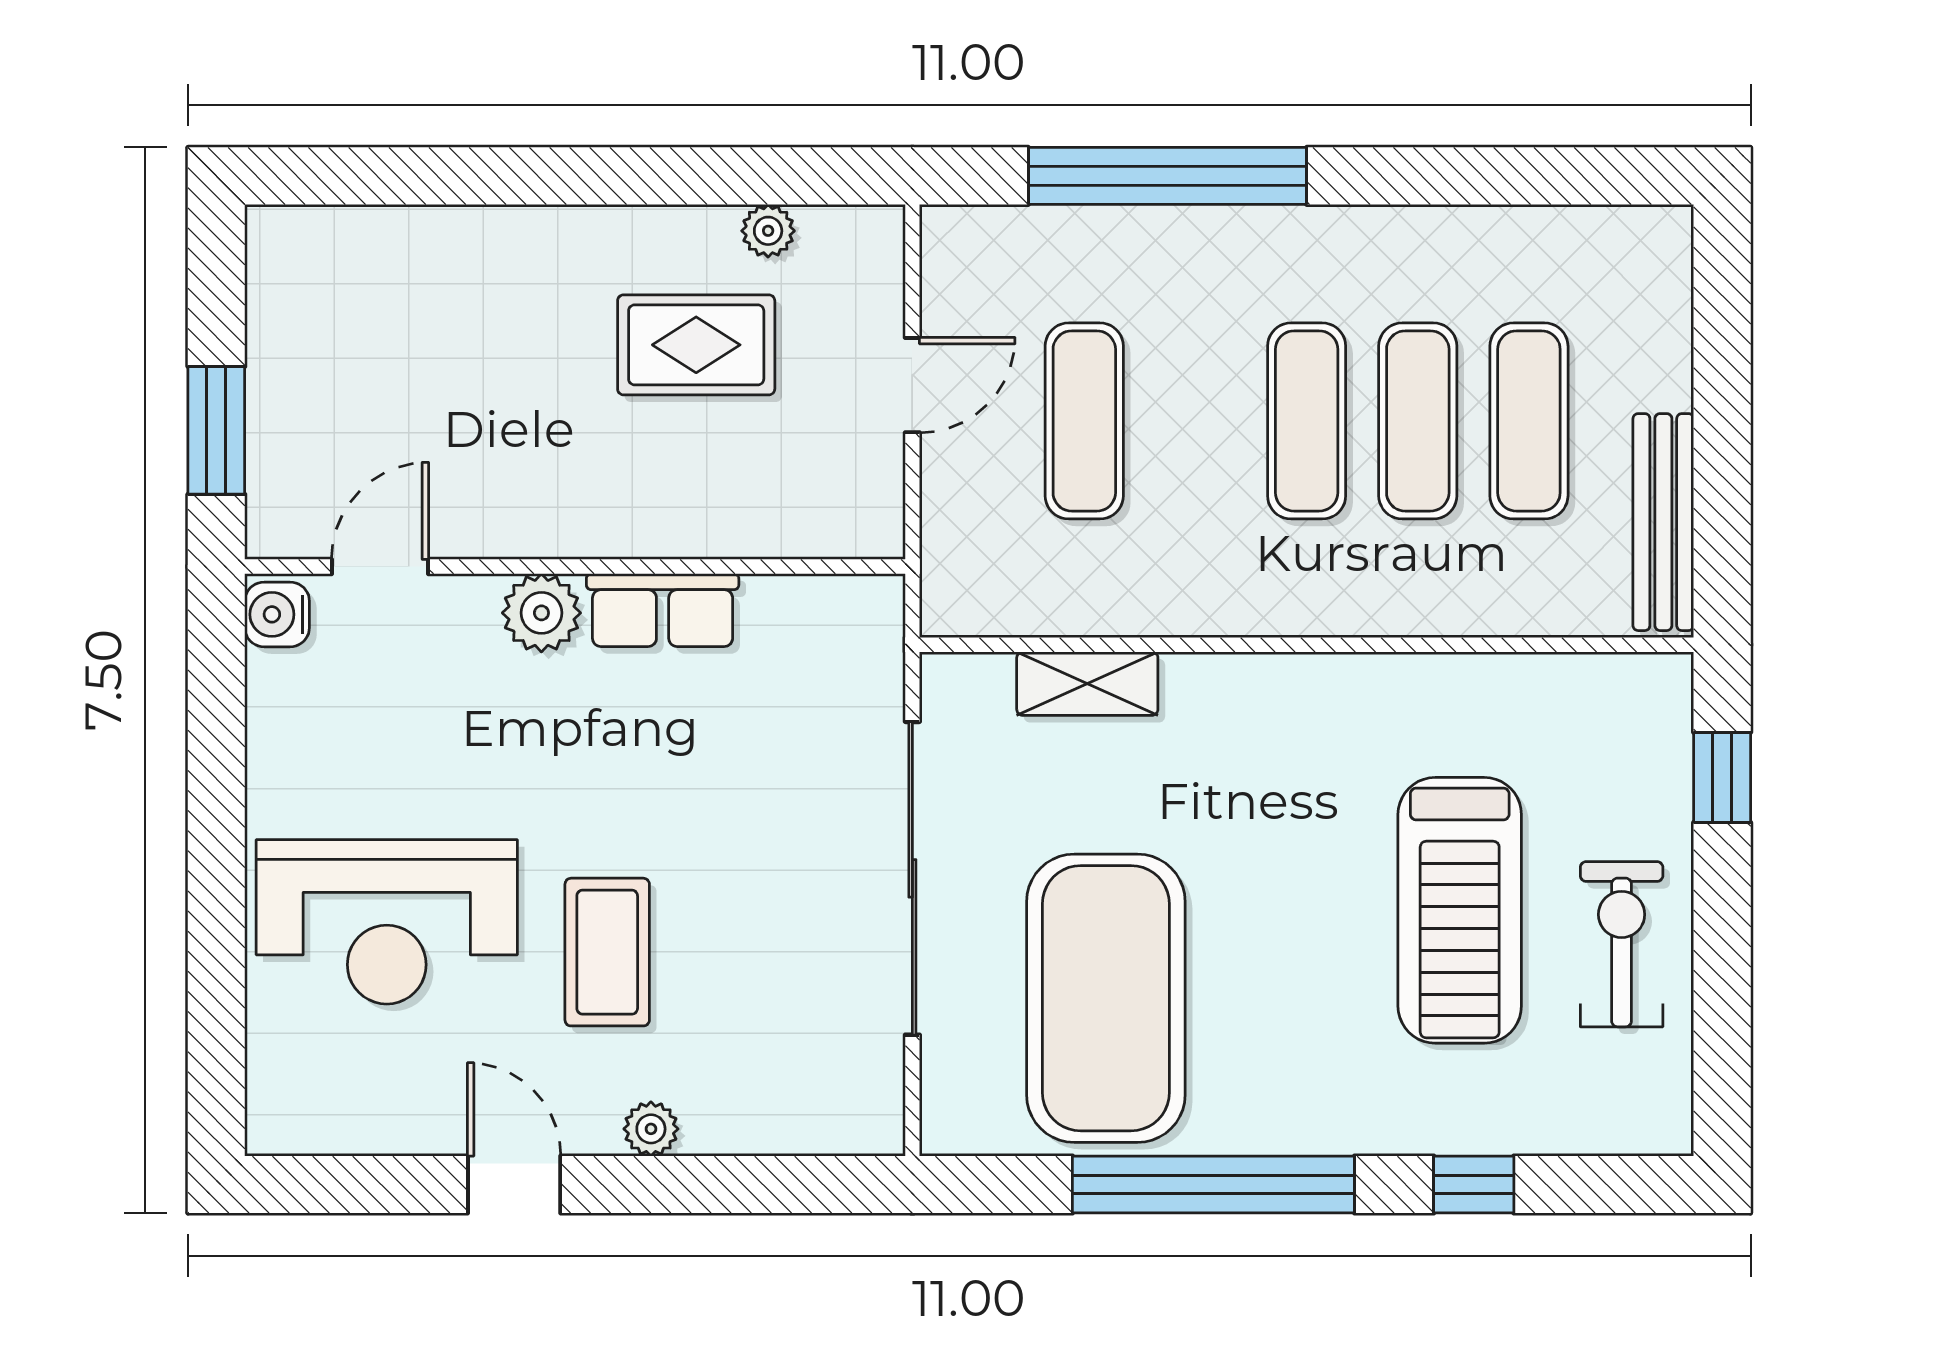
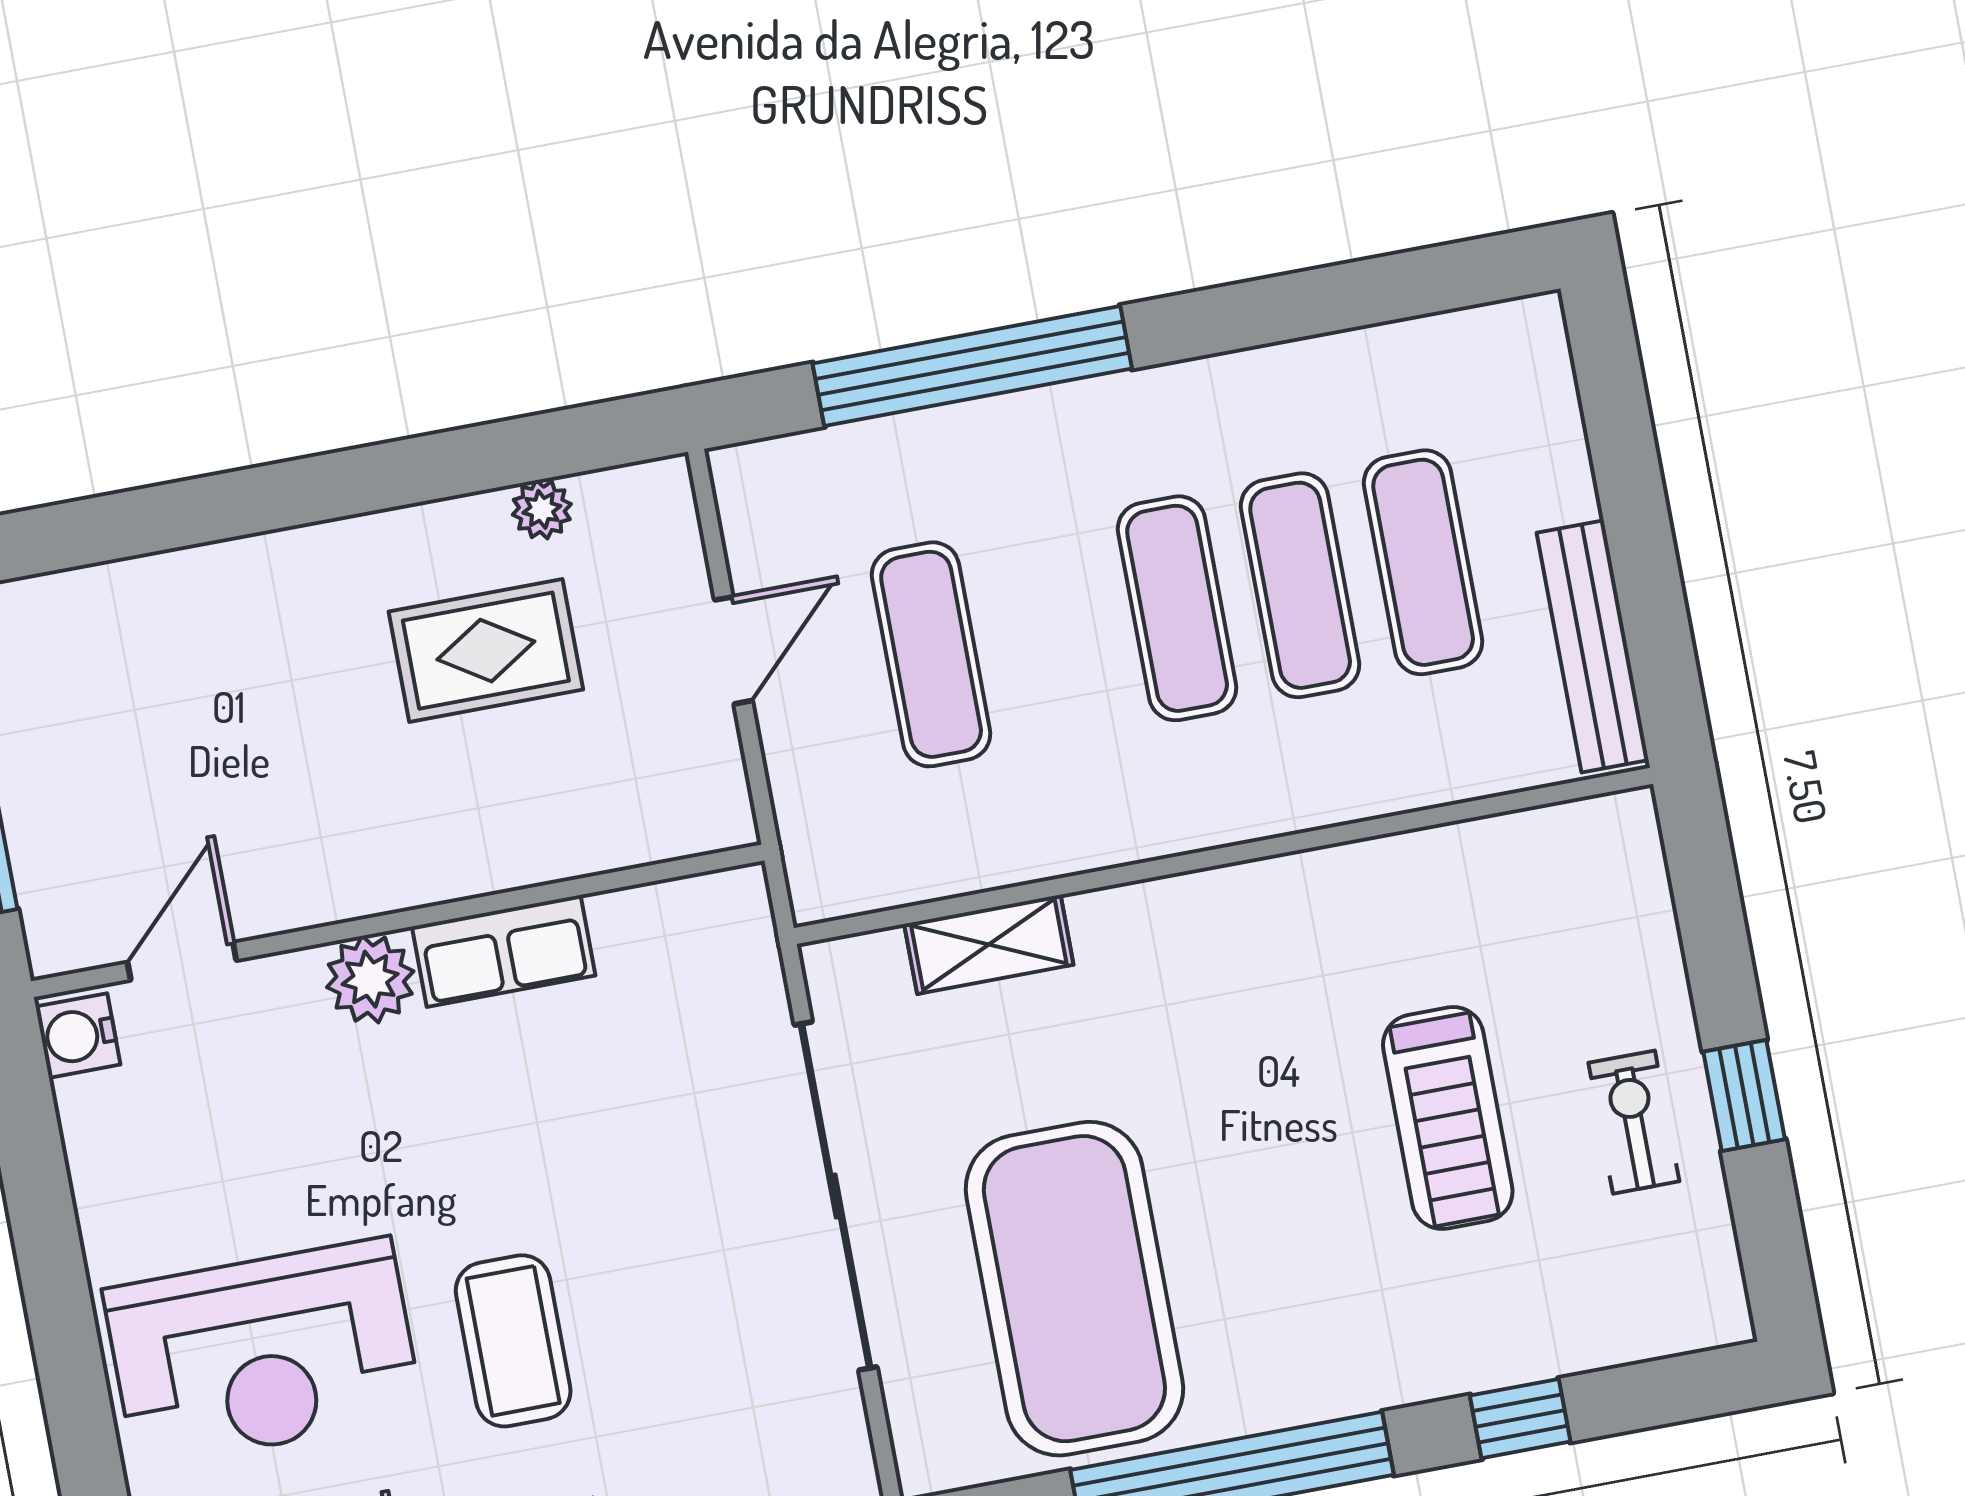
window: (1722, 777) -> (1744, 1095), moved
treadmill: (1460, 910) -> (1448, 1118), width x0.73, depth x0.73
exercise bike: (1622, 944) -> (1634, 1122), width x0.73, depth x0.72

